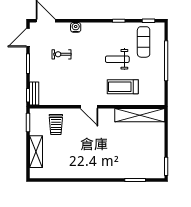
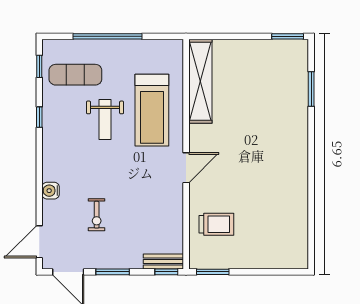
treadmill: (123, 87) -> (152, 110), width x1.37, depth x1.38
shelving: (36, 152) -> (262, 258), removed

